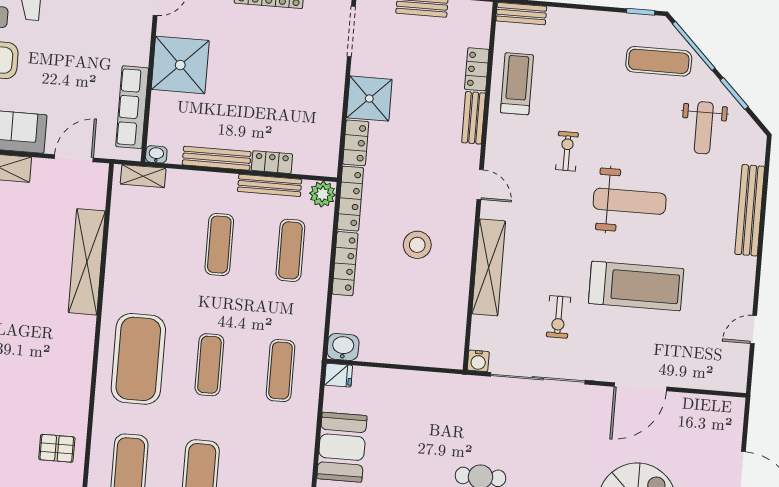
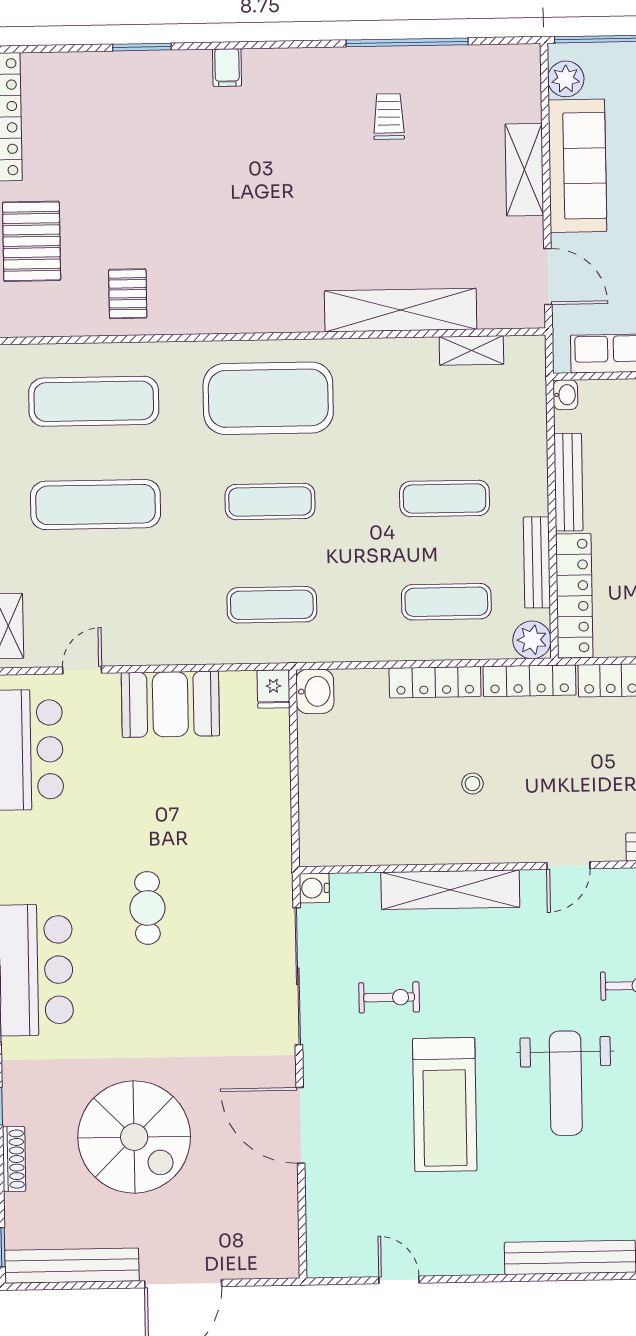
locker: (272, 162) -> (574, 596), width x2.16, depth x1.21
shelving: (143, 176) -> (471, 350), moved, turned 90
stool: (417, 245) -> (473, 784), width x0.53, depth x0.53
exercise bike: (559, 317) -> (389, 997), turned 180

